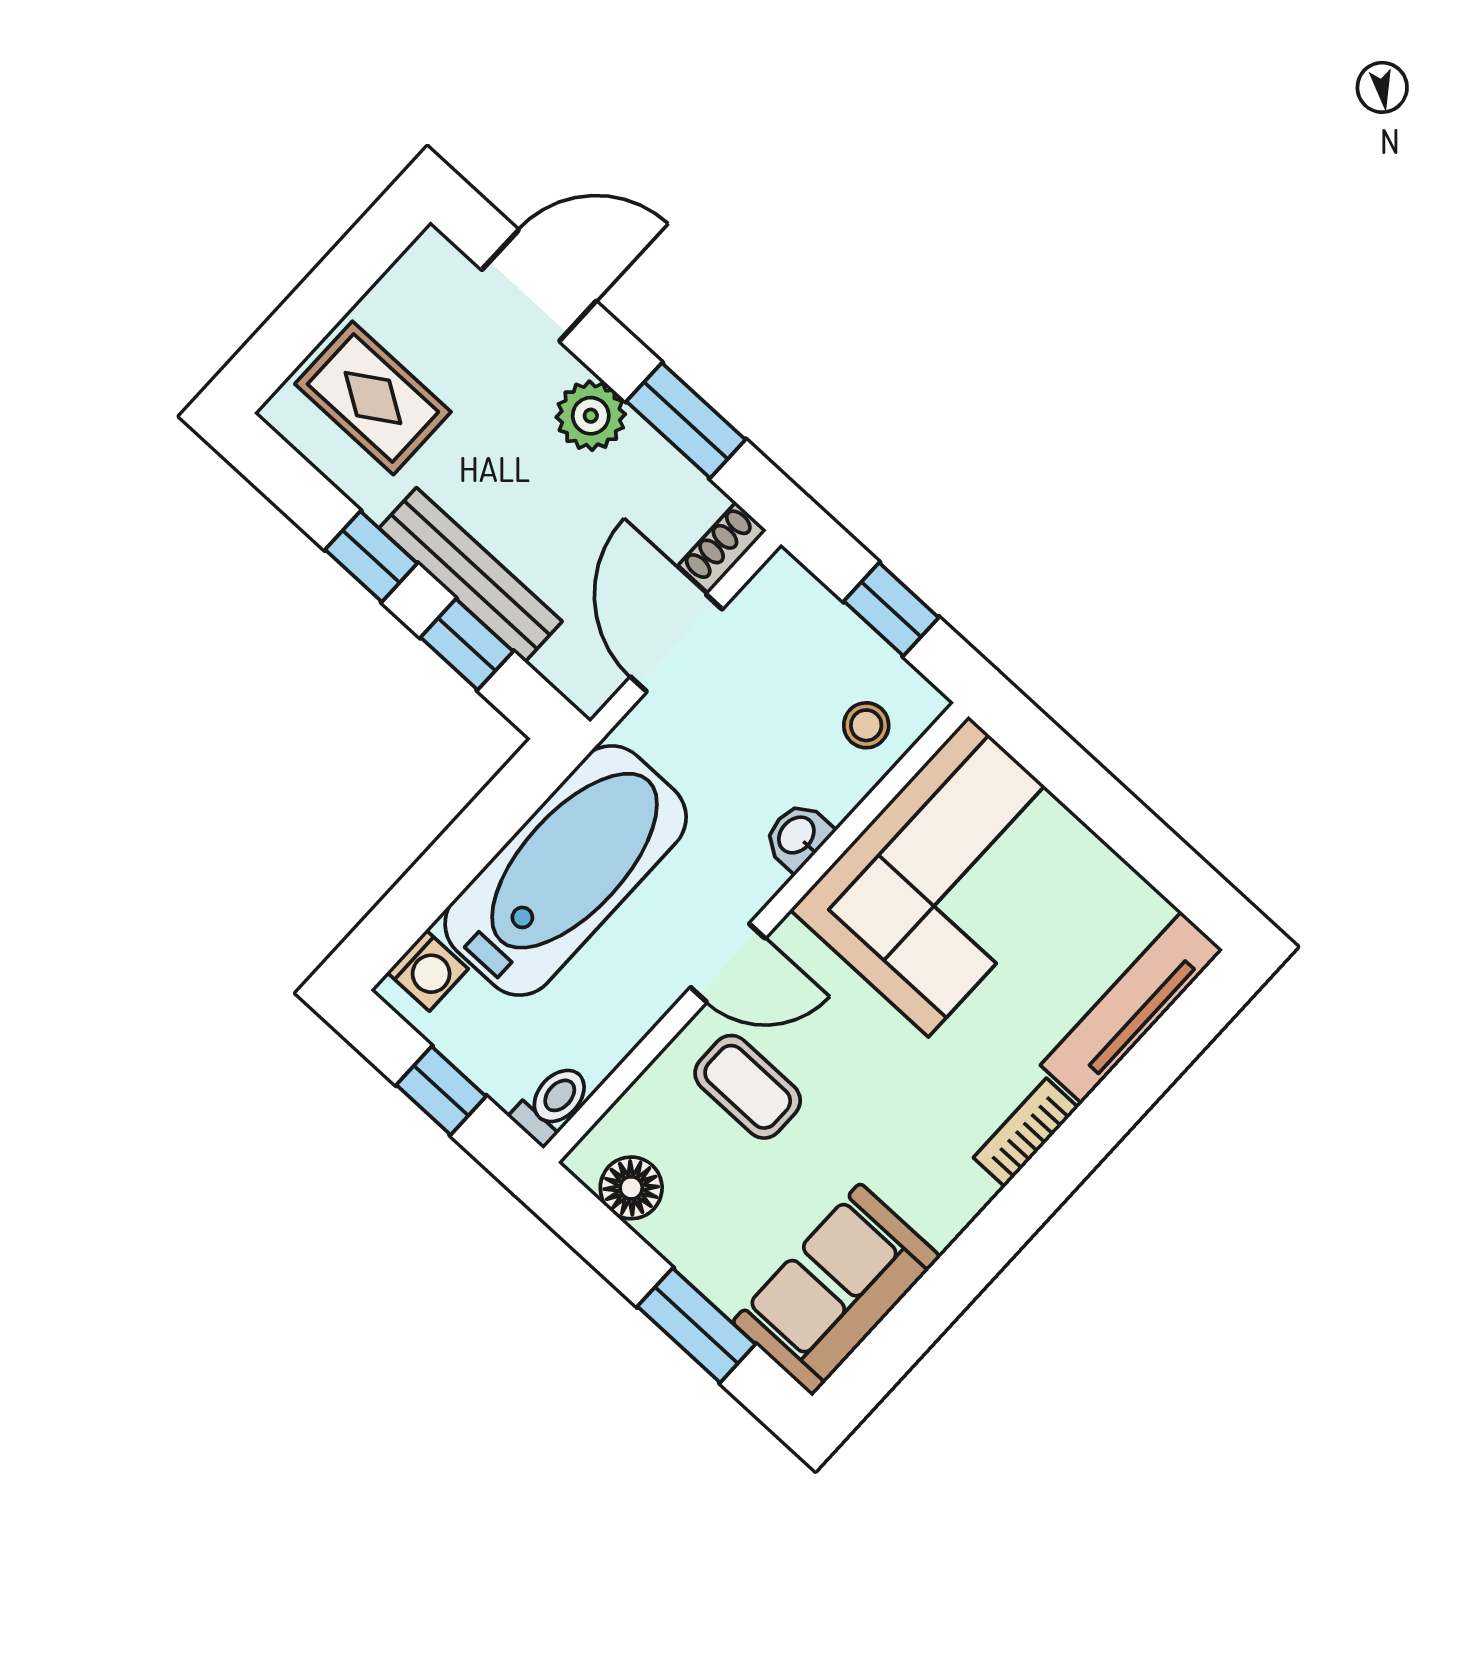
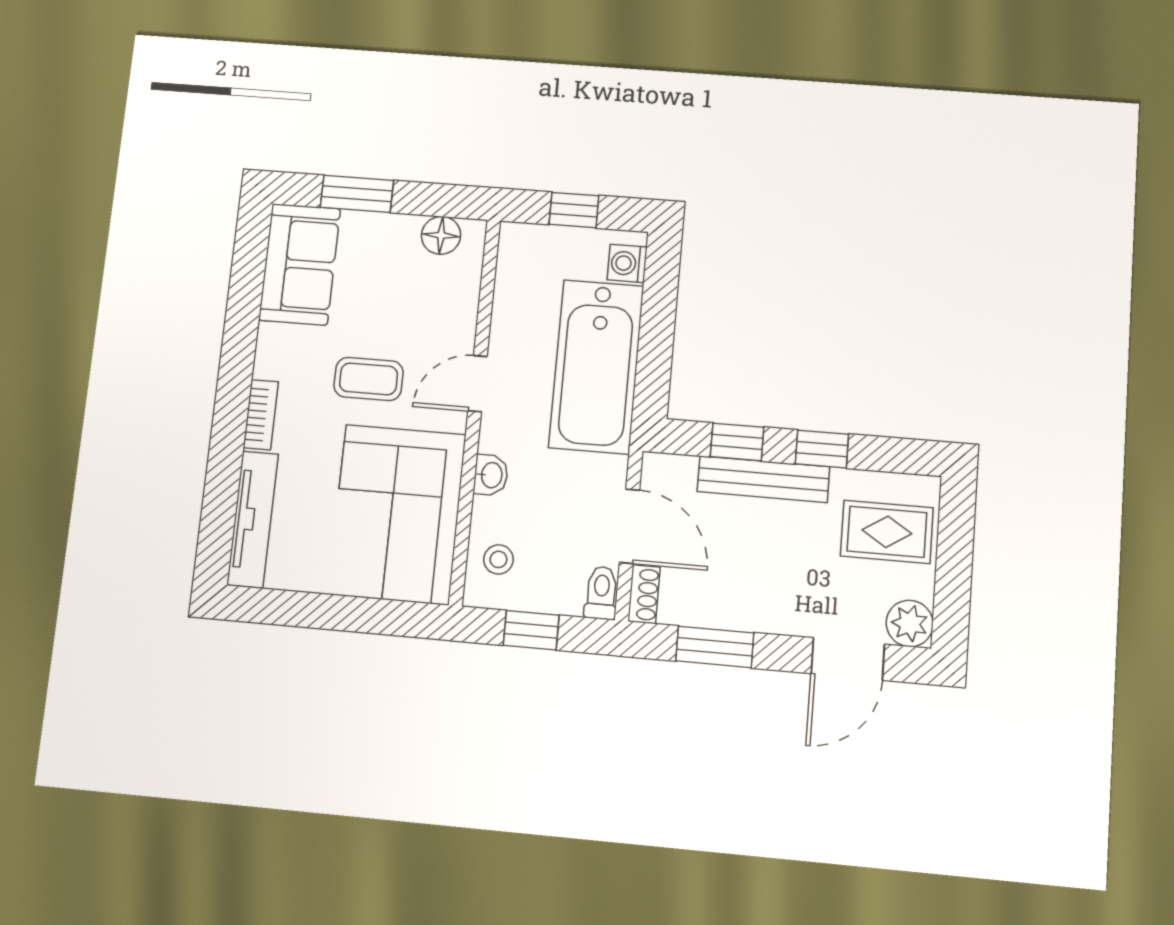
plant: (591, 416) -> (910, 623), moved
coffee table: (748, 1087) -> (369, 379), moved
toilet: (552, 1104) -> (601, 593), moved, turned 180

